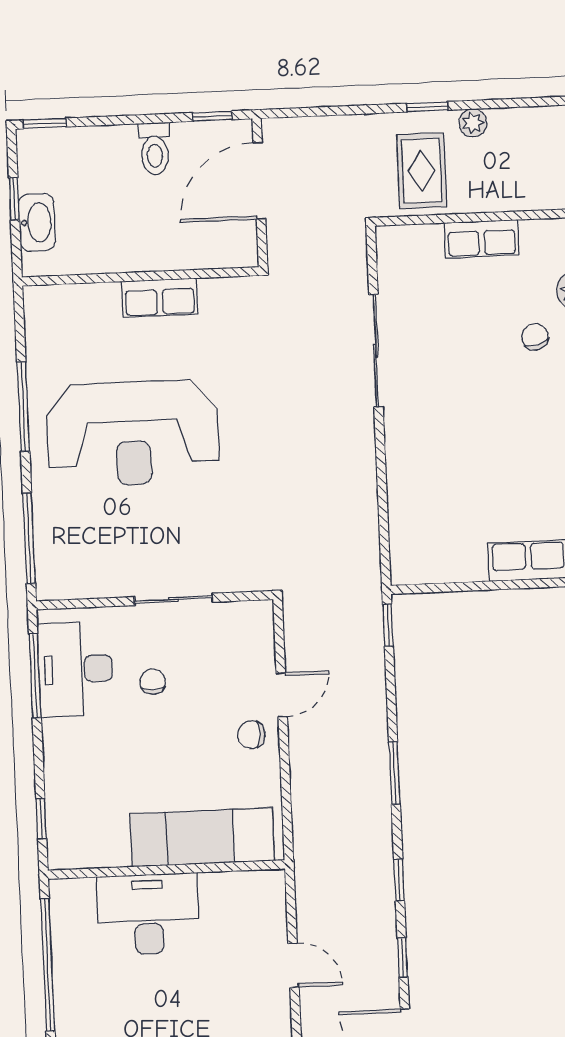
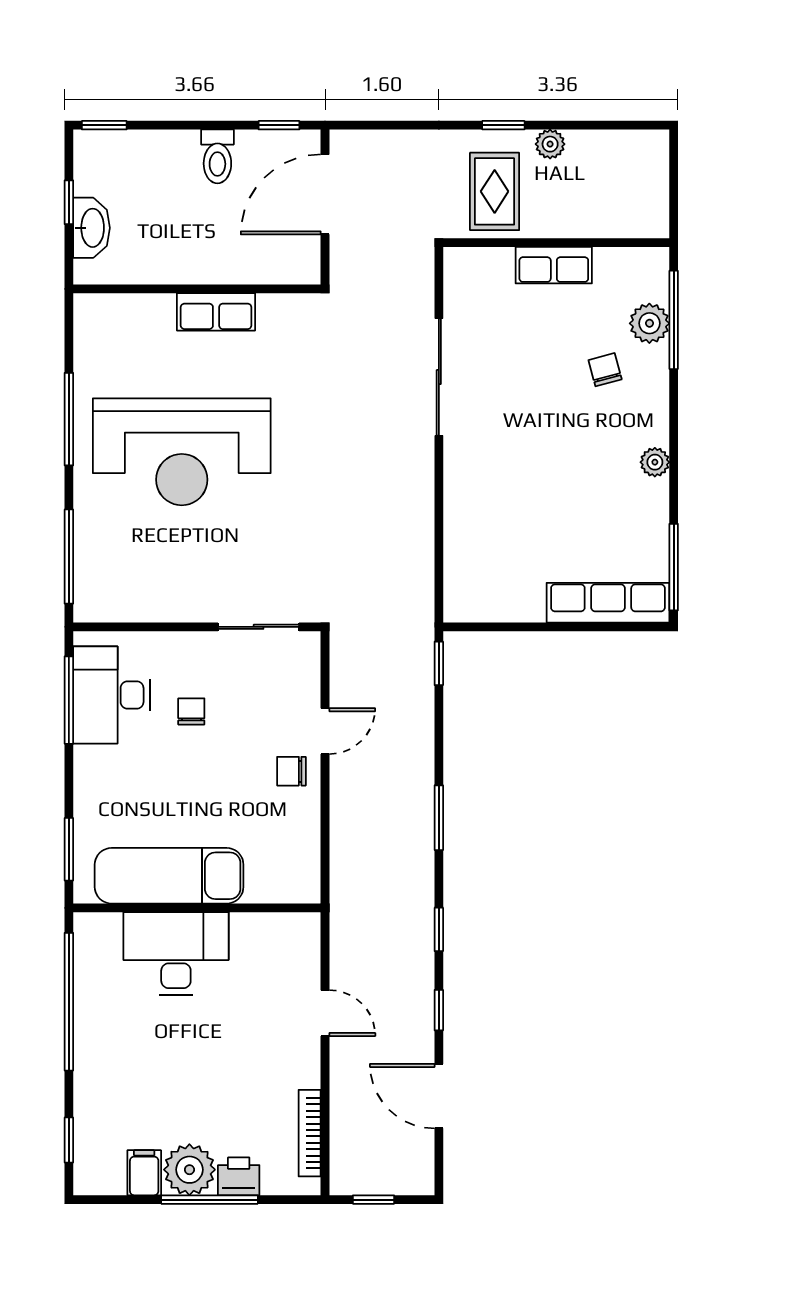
sliding door: (173, 599) -> (259, 627), moved
window: (41, 819) -> (69, 849), width x1.50
exam couch: (202, 837) -> (169, 876), moved

